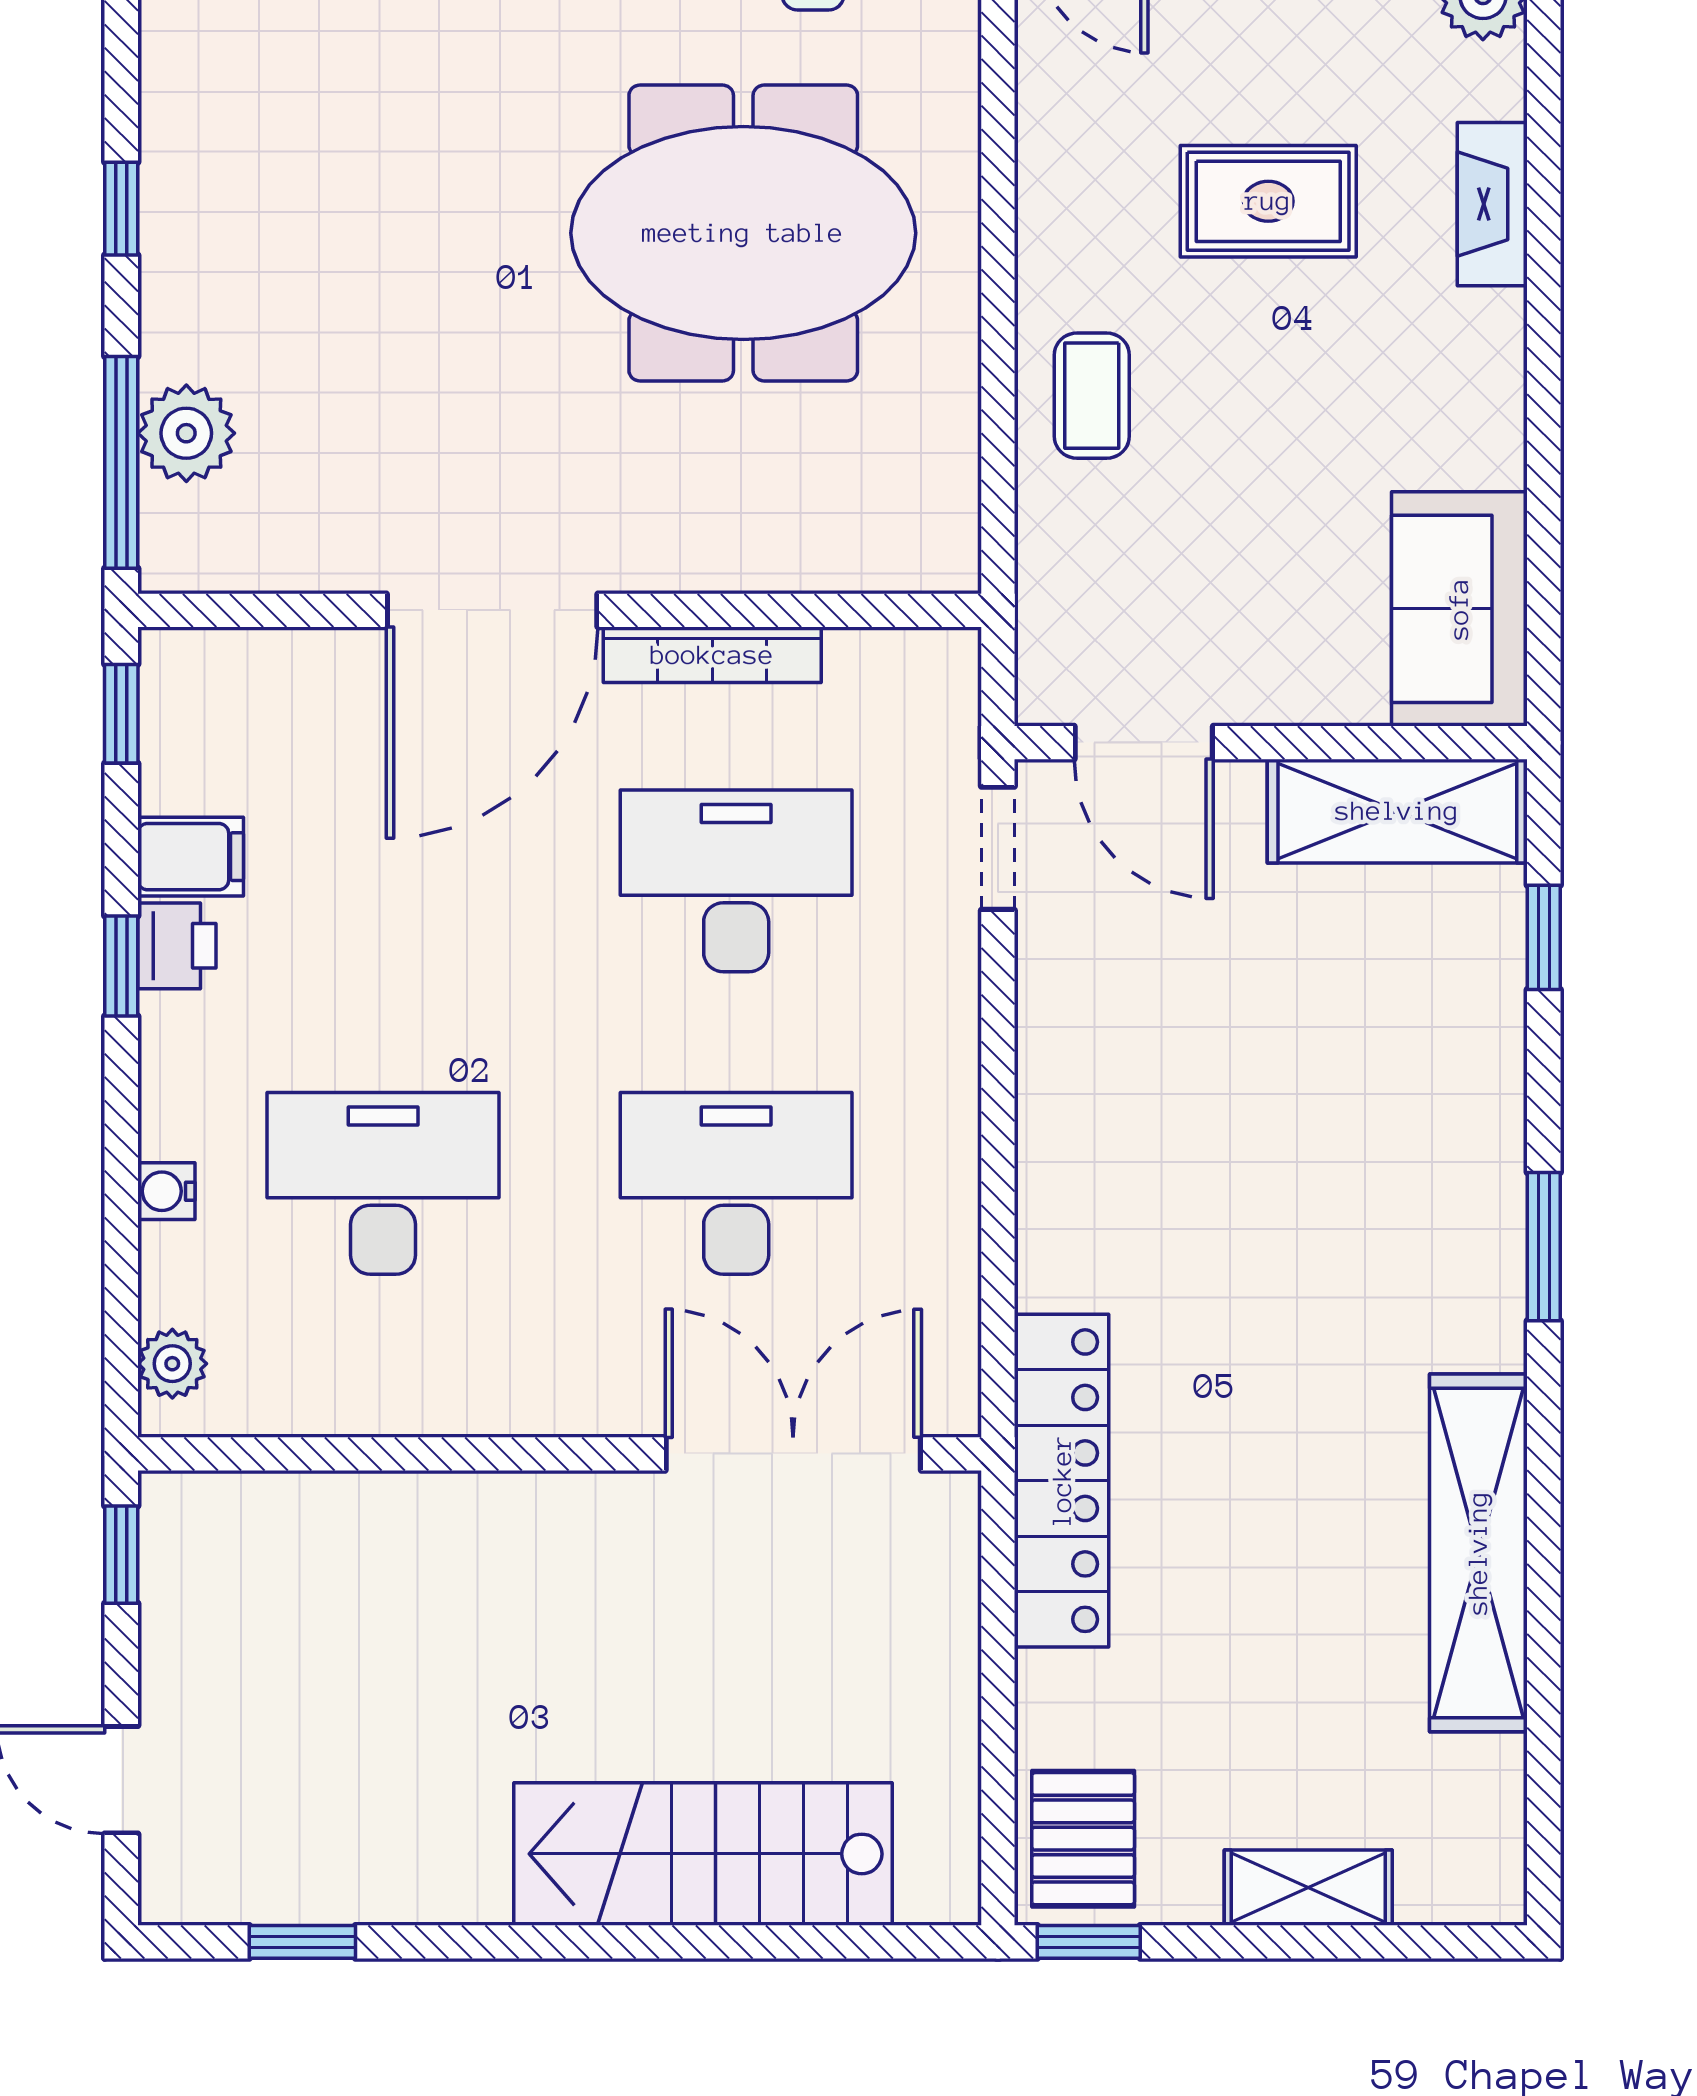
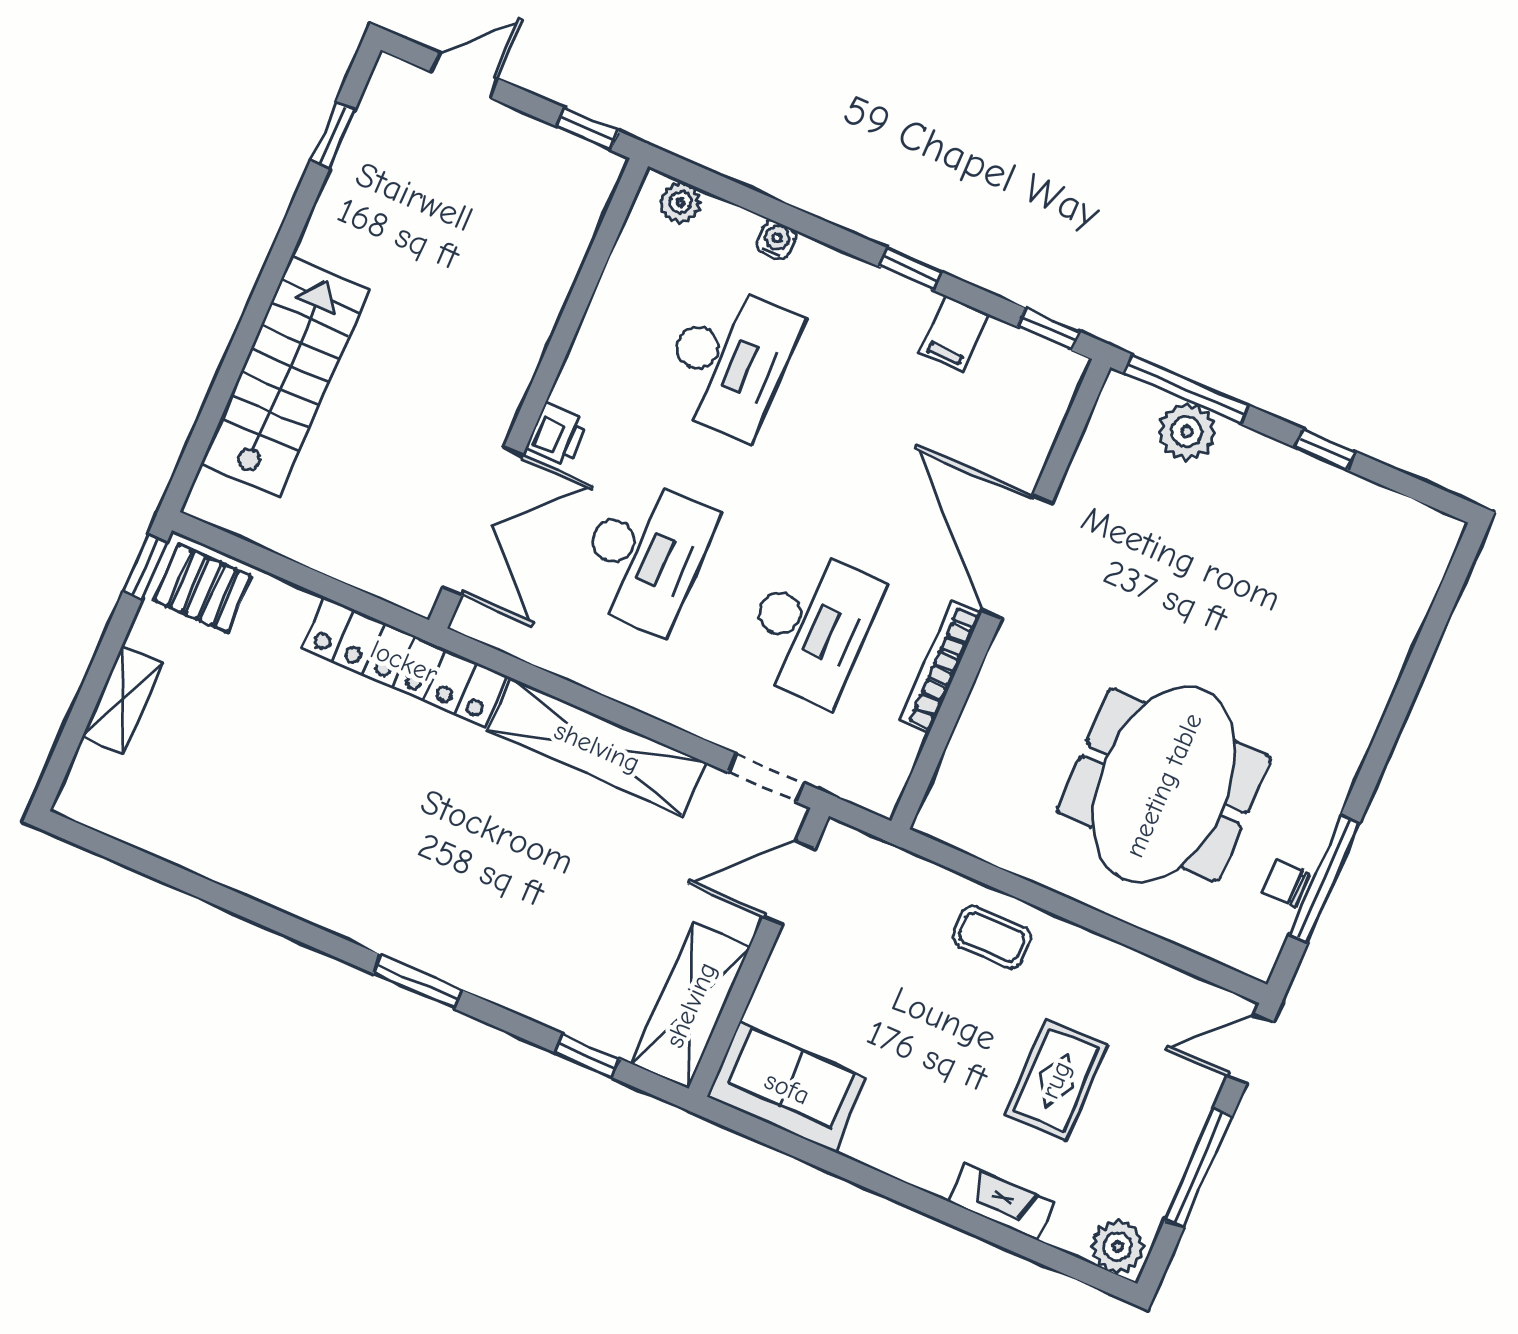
printer: (177, 946) -> (557, 434), moved, turned -90
shelving: (1478, 1553) -> (597, 747), moved

